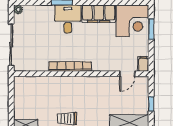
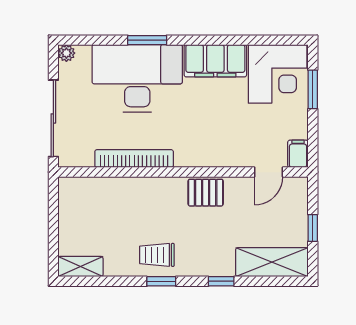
desk: (68, 19) -> (137, 78), width x1.87, depth x1.30
bookcase: (70, 66) -> (134, 159), moved
pallet: (93, 85) -> (206, 193), added

